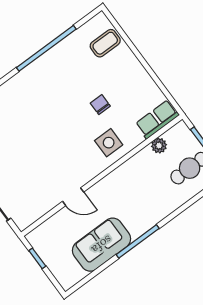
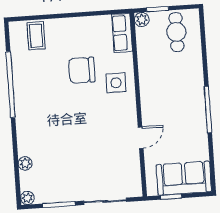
chair: (100, 105) -> (82, 70), width x1.87, depth x1.87
plant: (159, 146) -> (142, 20), moved
sofa: (102, 245) -> (184, 178), moved, turned 90

